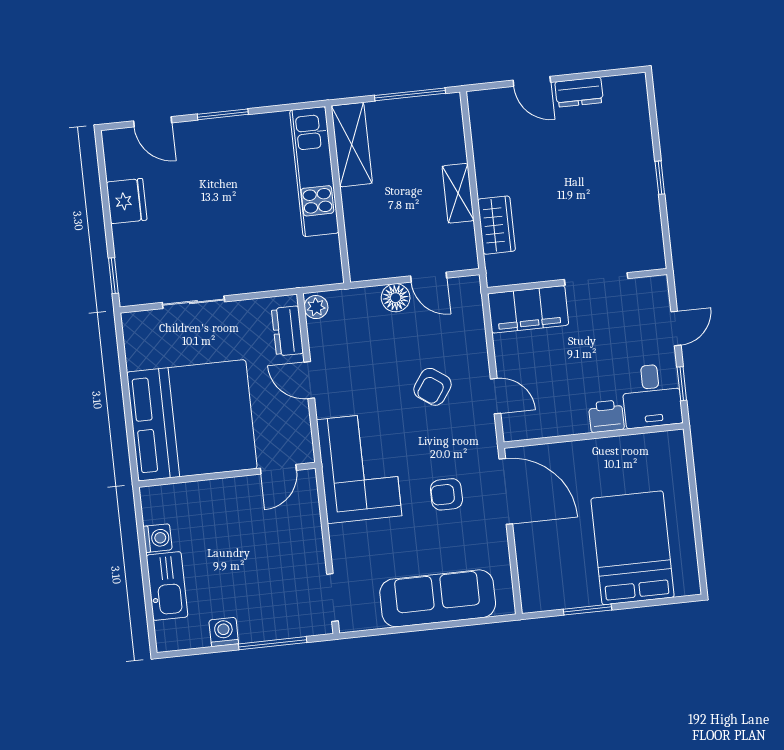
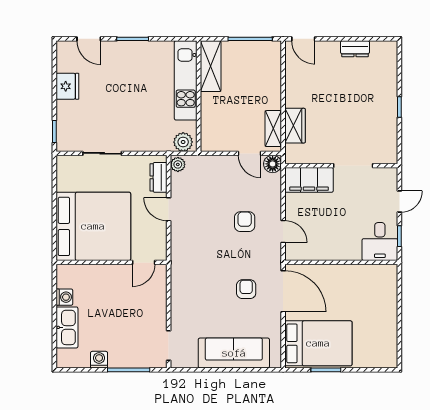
door: (532, 81) -> (303, 39), moved
shelving: (458, 193) -> (273, 129), moved
plant: (321, 270) -> (183, 142), added
floor lamp: (396, 298) -> (273, 164), moved
armchair: (432, 387) -> (245, 222), turned 145
printer: (606, 416) -> (350, 251), removed
corner sofa: (359, 468) -> (194, 267), removed
armchair: (446, 494) -> (246, 289), turned 90
bed: (632, 548) -> (318, 343), moved, turned 90

